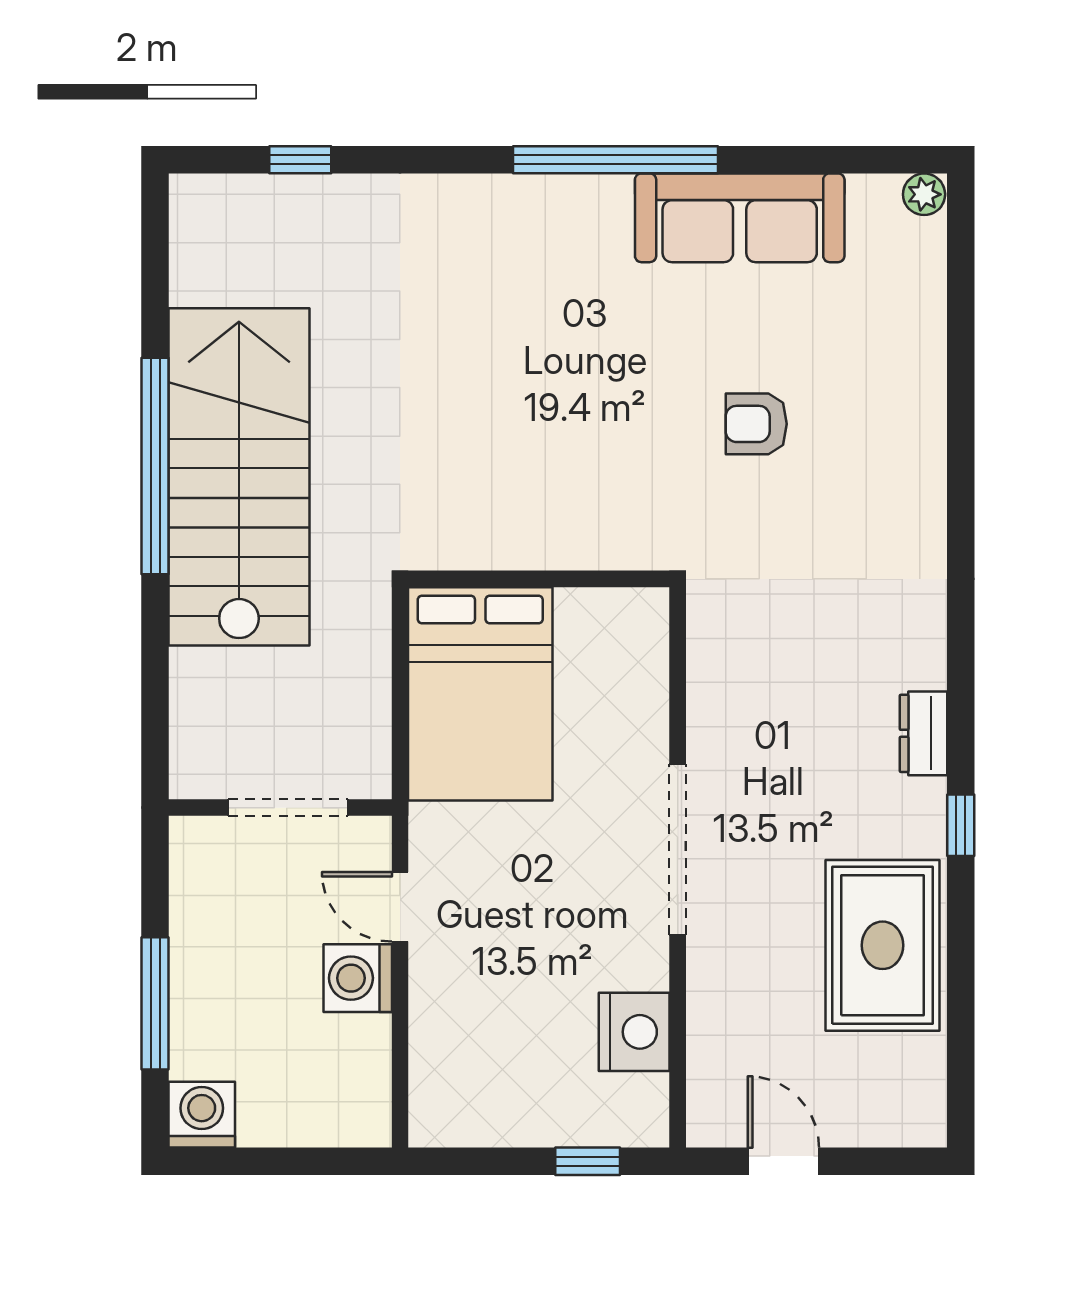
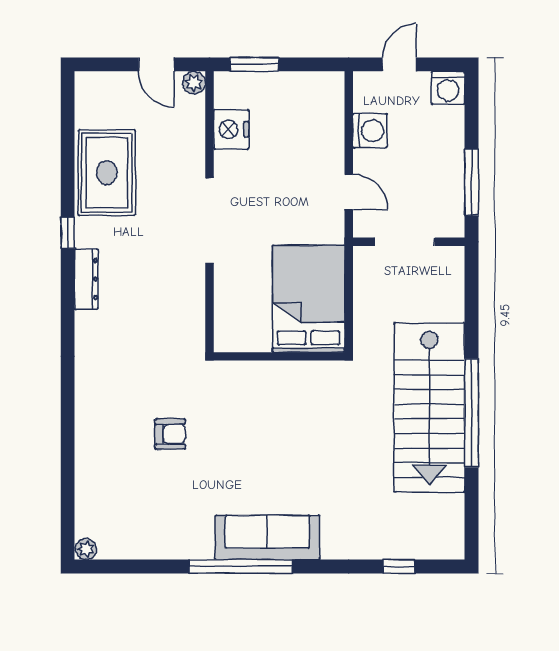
sofa: (740, 218) -> (267, 537), moved
dresser: (923, 733) -> (86, 279), width x1.44
washing machine: (358, 978) -> (370, 131), moved
window: (155, 1003) -> (471, 182), moved
plant: (709, 1125) -> (194, 83), added
door: (299, 1161) -> (400, 64), added
window: (588, 1161) -> (255, 64), width x1.50

